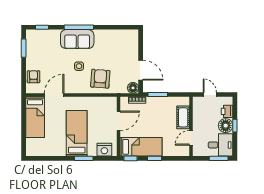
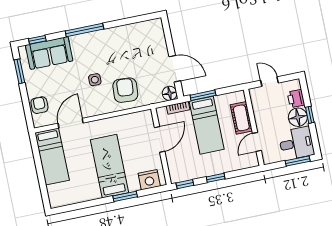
sofa: (77, 39) -> (49, 53), moved
bed: (141, 147) -> (207, 125), moved, turned 90

